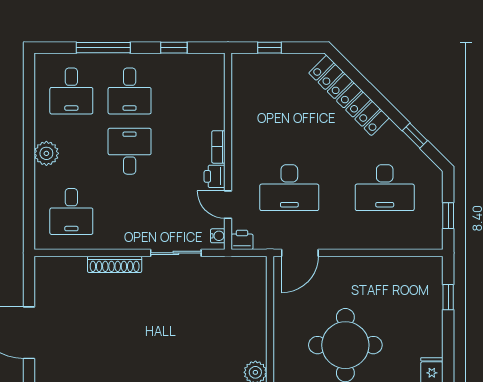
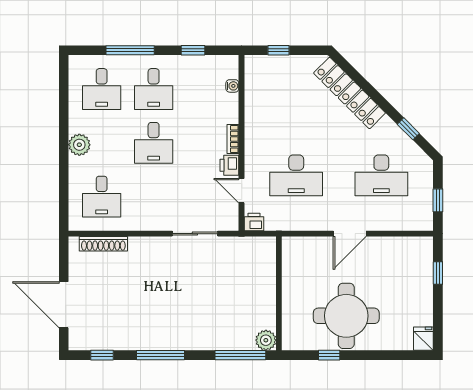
desk: (130, 151) -> (154, 143), turned 180
water cooler: (218, 236) -> (232, 86), moved
door: (300, 253) -> (350, 234), moved
shoe rack: (115, 264) -> (103, 244), moved

